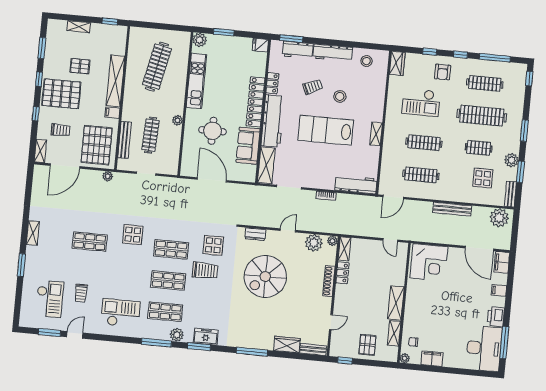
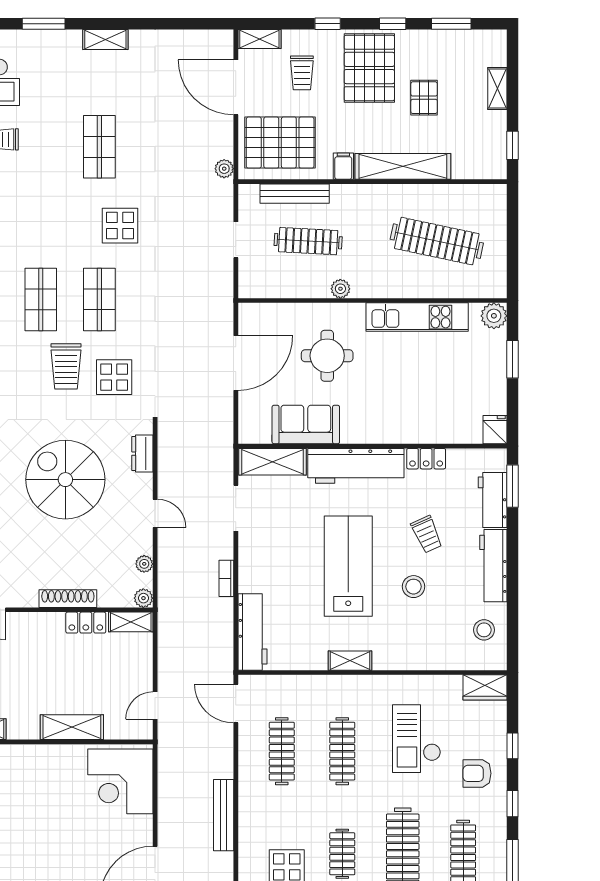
locker: (255, 102) -> (388, 431), removed
plant: (314, 243) -> (144, 564), width x0.53, depth x0.53
shelving: (396, 303) -> (72, 727), moved

